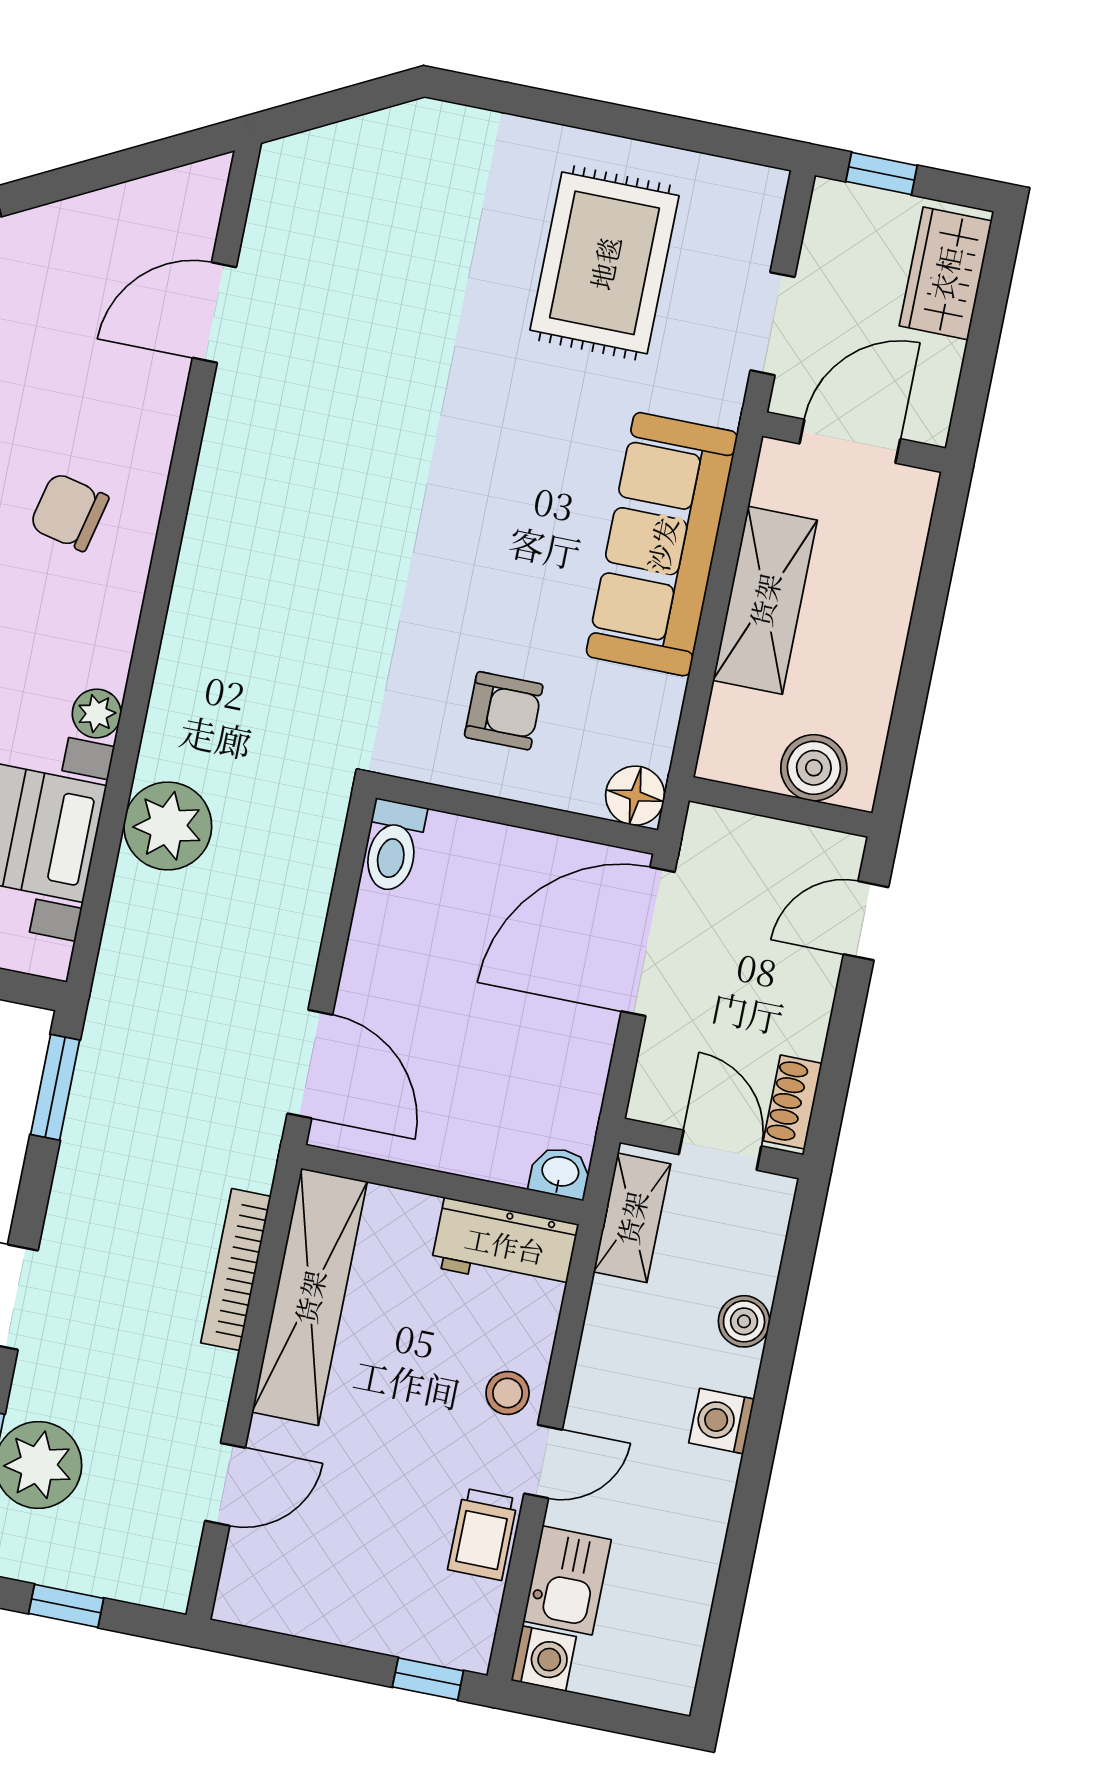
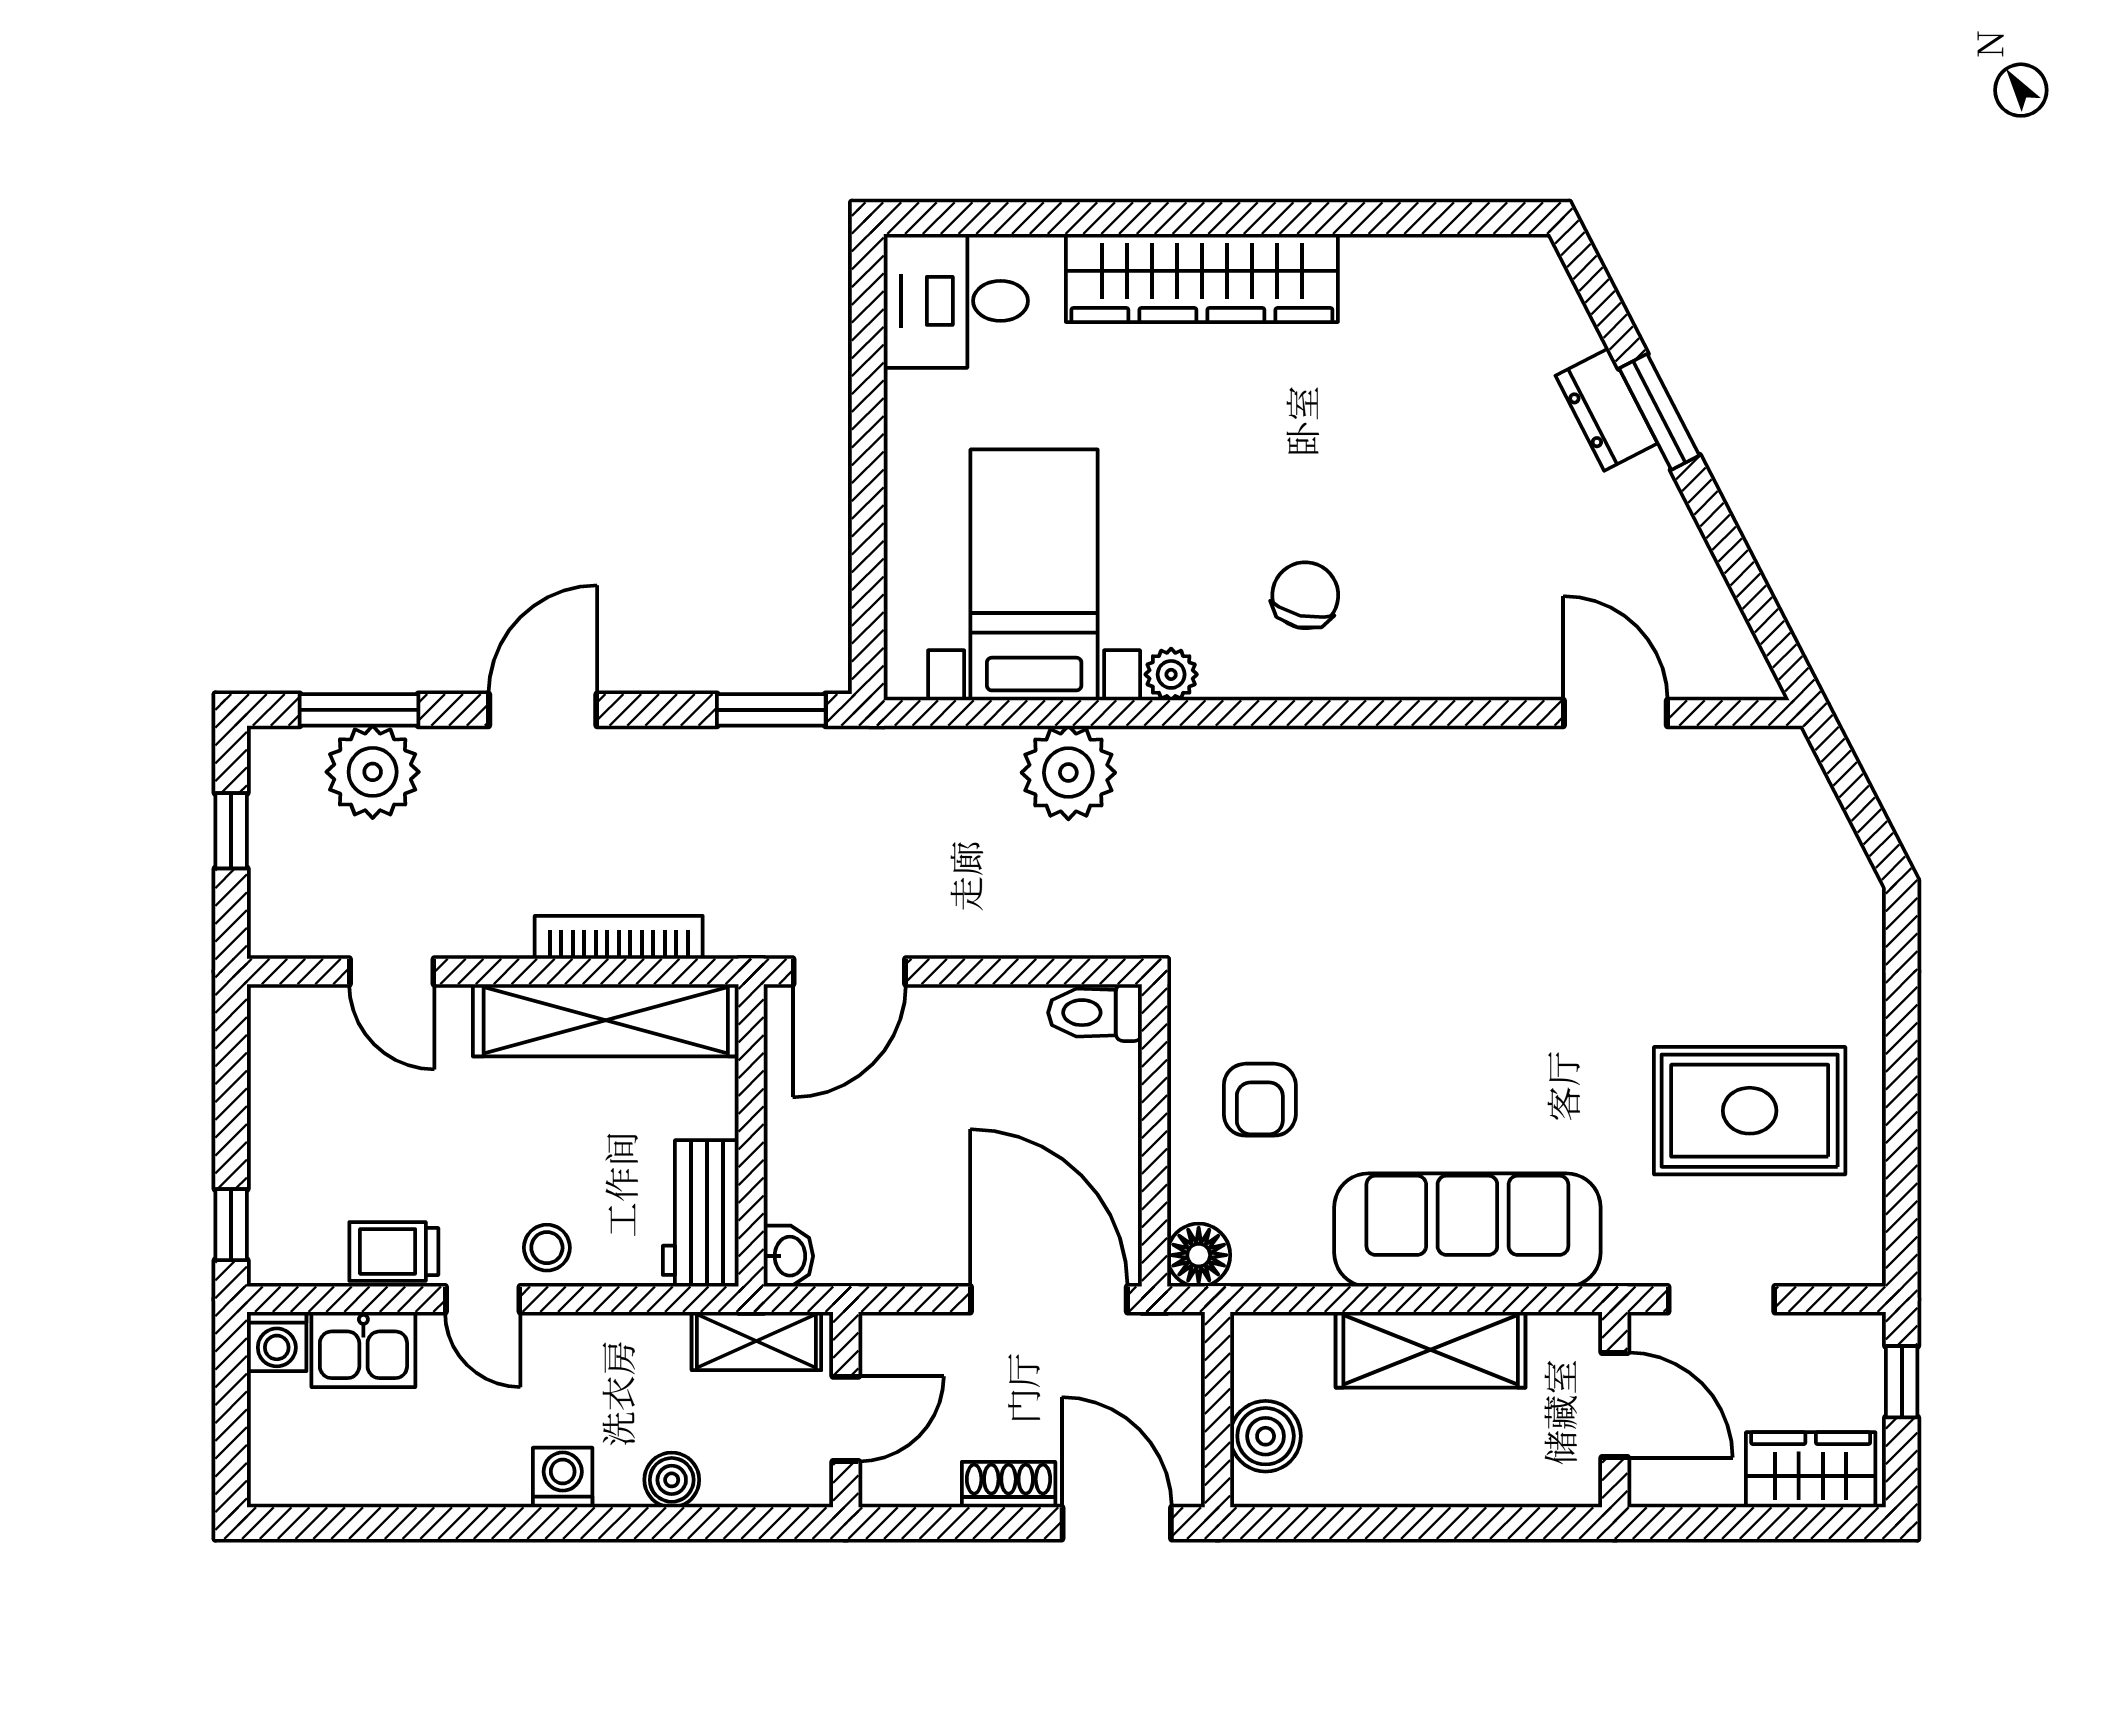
chair: (69, 512) -> (1305, 595), moved
door: (866, 921) -> (1117, 1523), width x1.38
shoe rack: (793, 1102) -> (1009, 1485), moved

